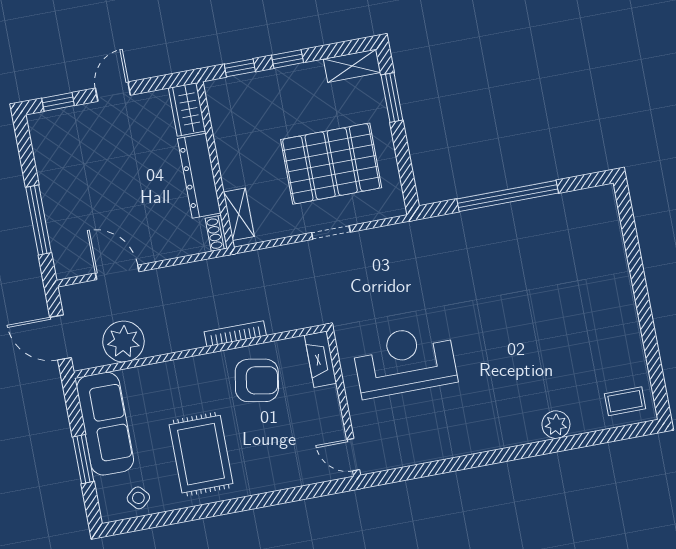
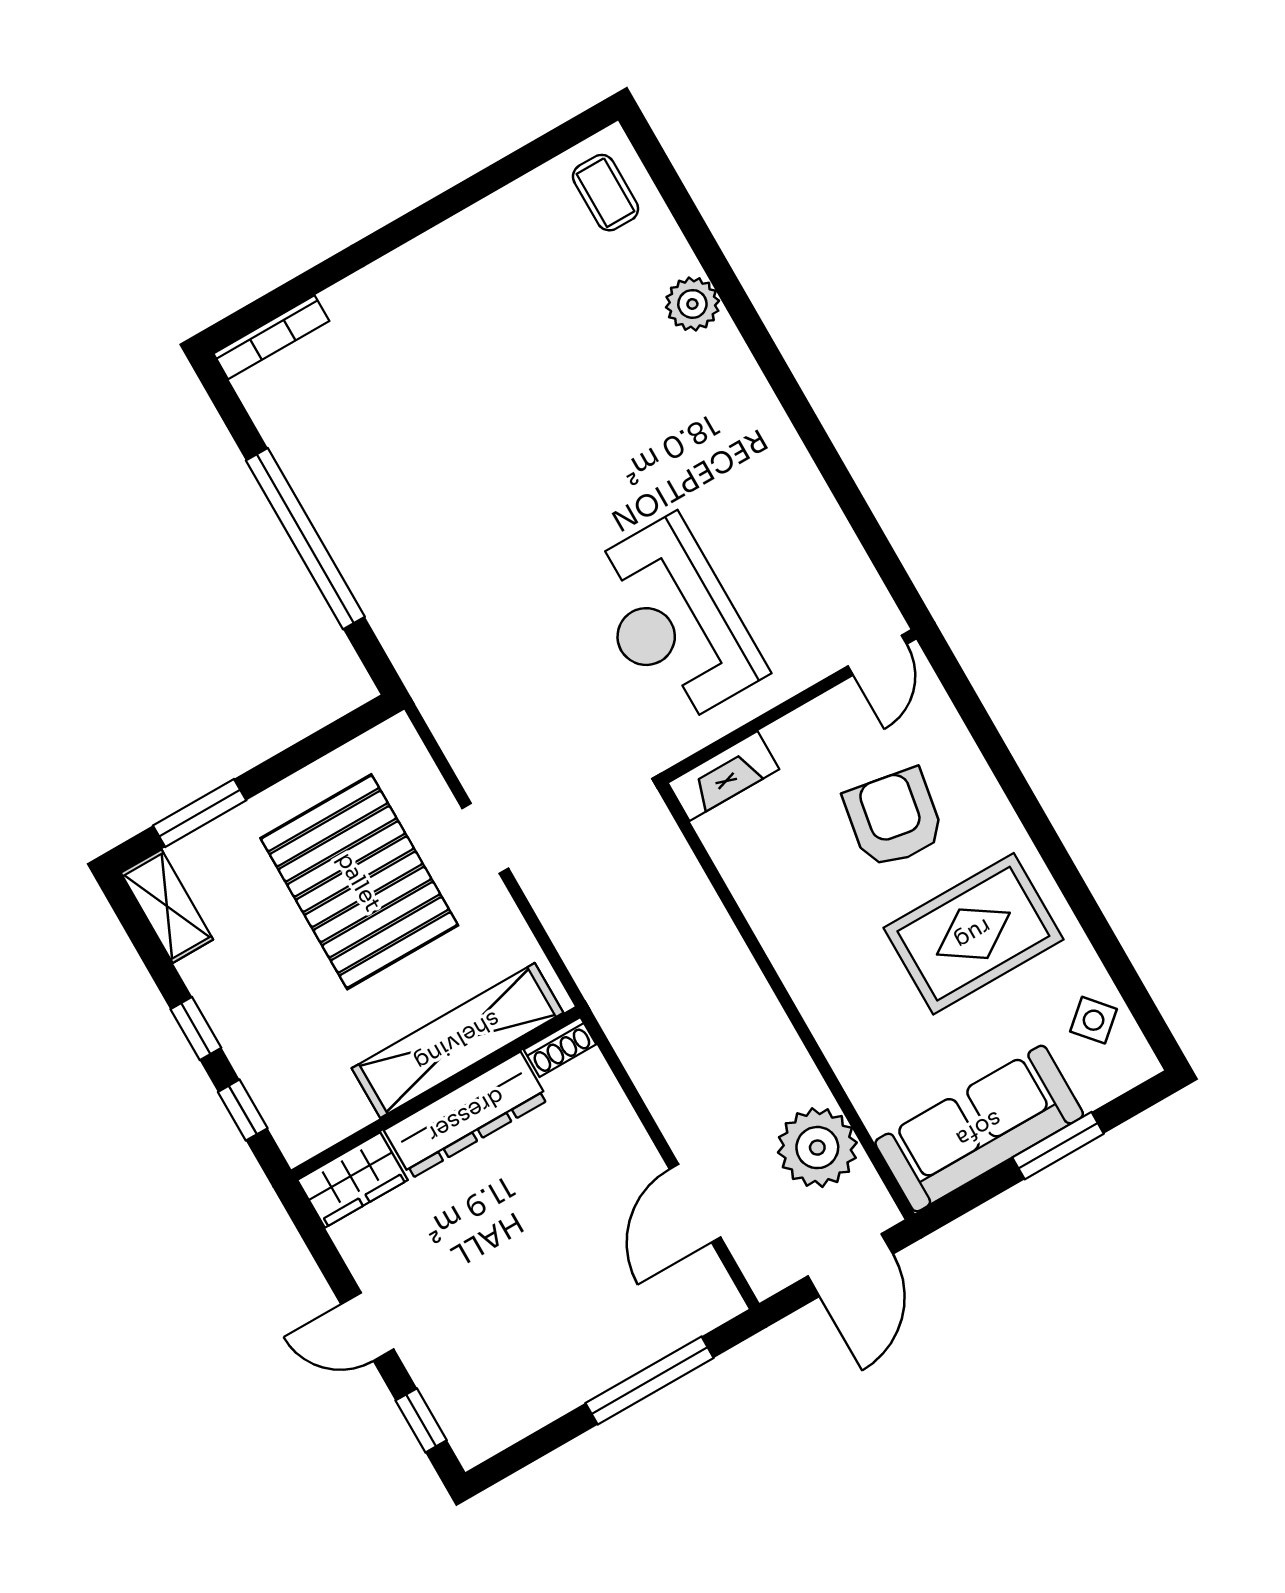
shelving: (239, 214) -> (457, 1041), width x2.20, depth x1.33
bookcase: (235, 334) -> (271, 337), moved, turned -90
armchair: (257, 380) -> (894, 818), moved

